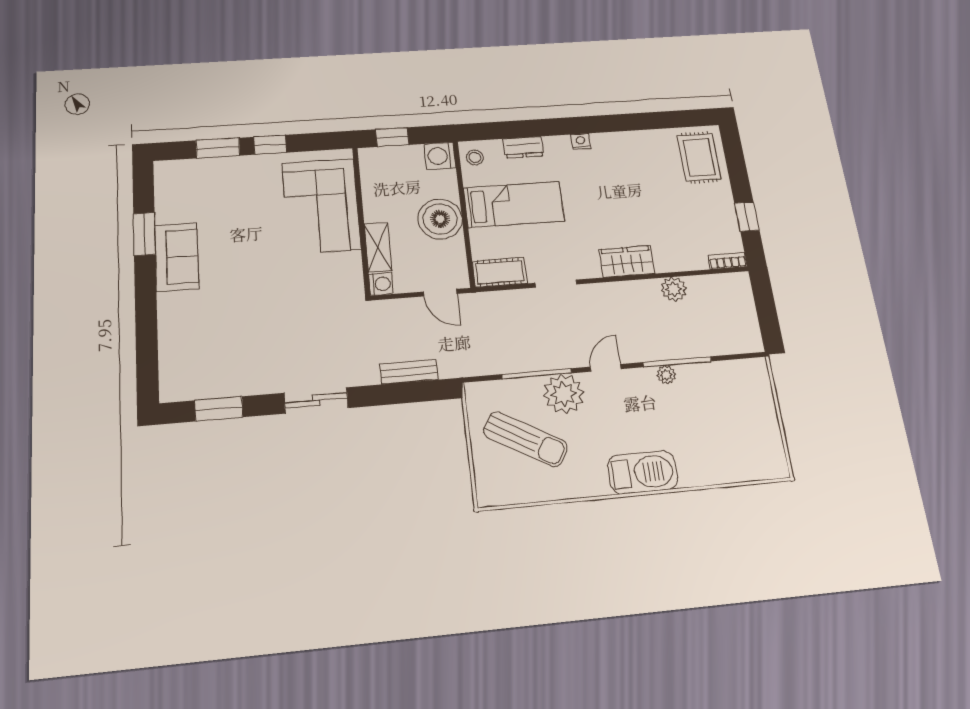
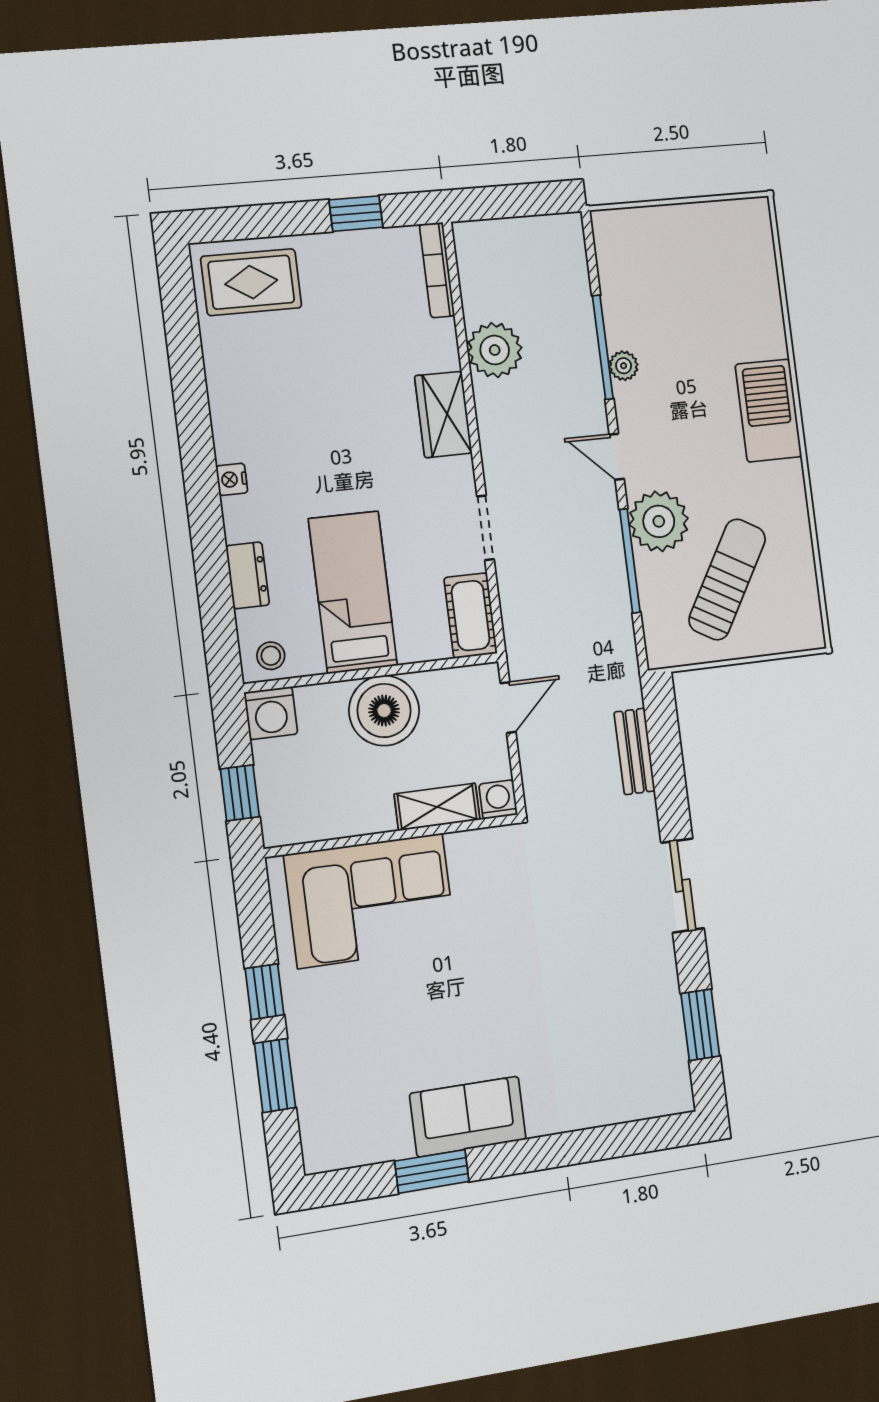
bookcase: (728, 261) -> (437, 270), width x1.56
plant: (674, 289) -> (495, 350), width x1.36, depth x1.36

